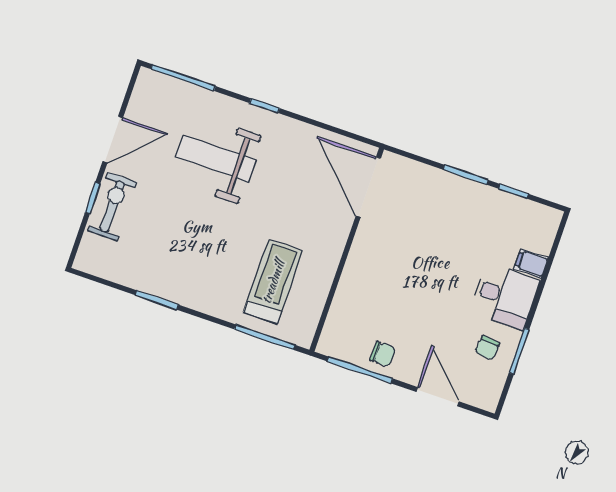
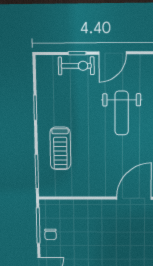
door: (113, 139) -> (113, 53), hinge flipped
weight bench: (216, 158) -> (122, 113), turned 180
treadmill: (273, 282) -> (60, 148), moved, turned 90

